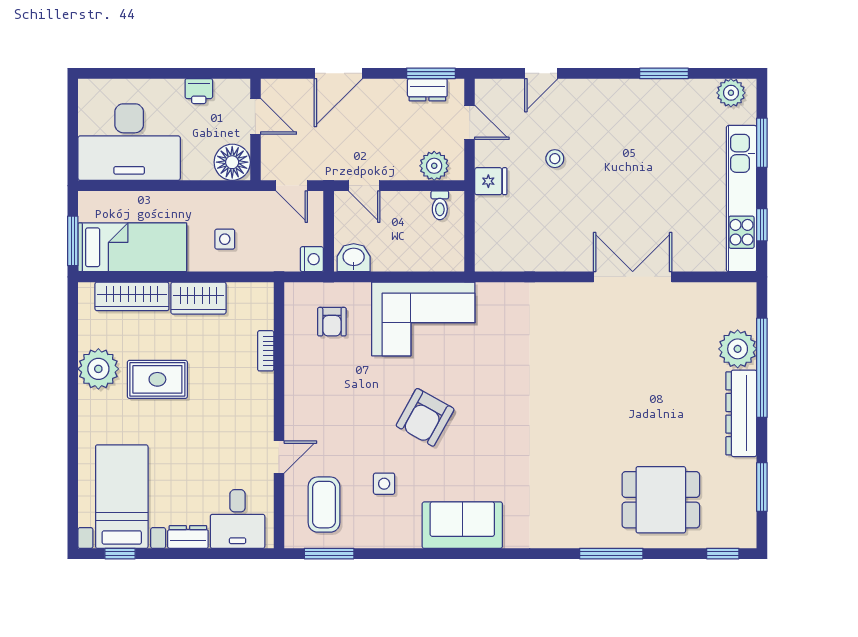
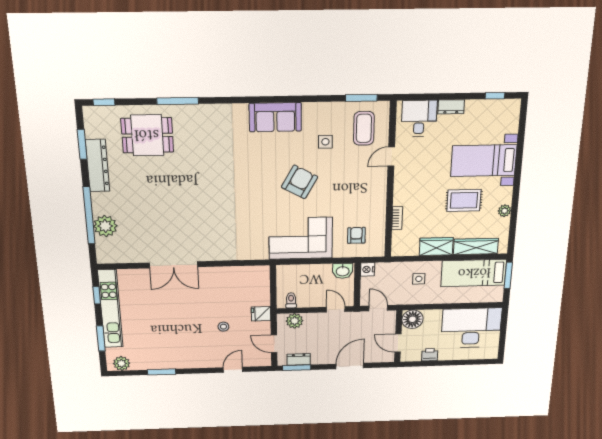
plant: (98, 369) -> (505, 211), width x0.53, depth x0.53
dresser: (741, 413) -> (98, 166), moved
bed with nightstands: (122, 497) -> (484, 161), moved, turned 90

